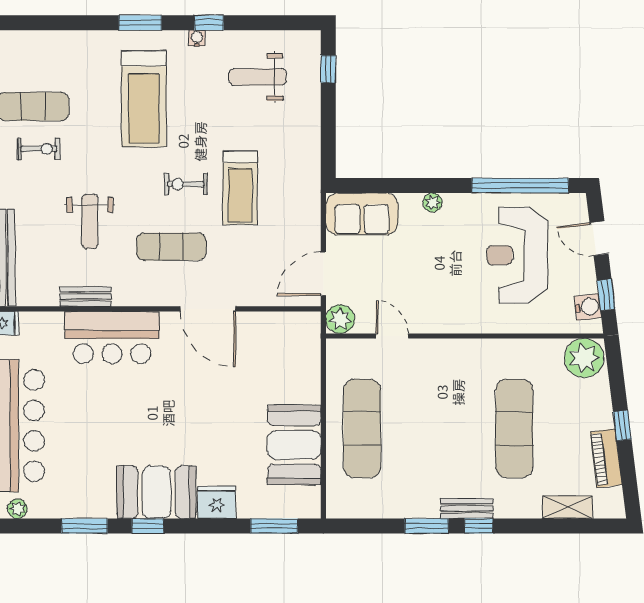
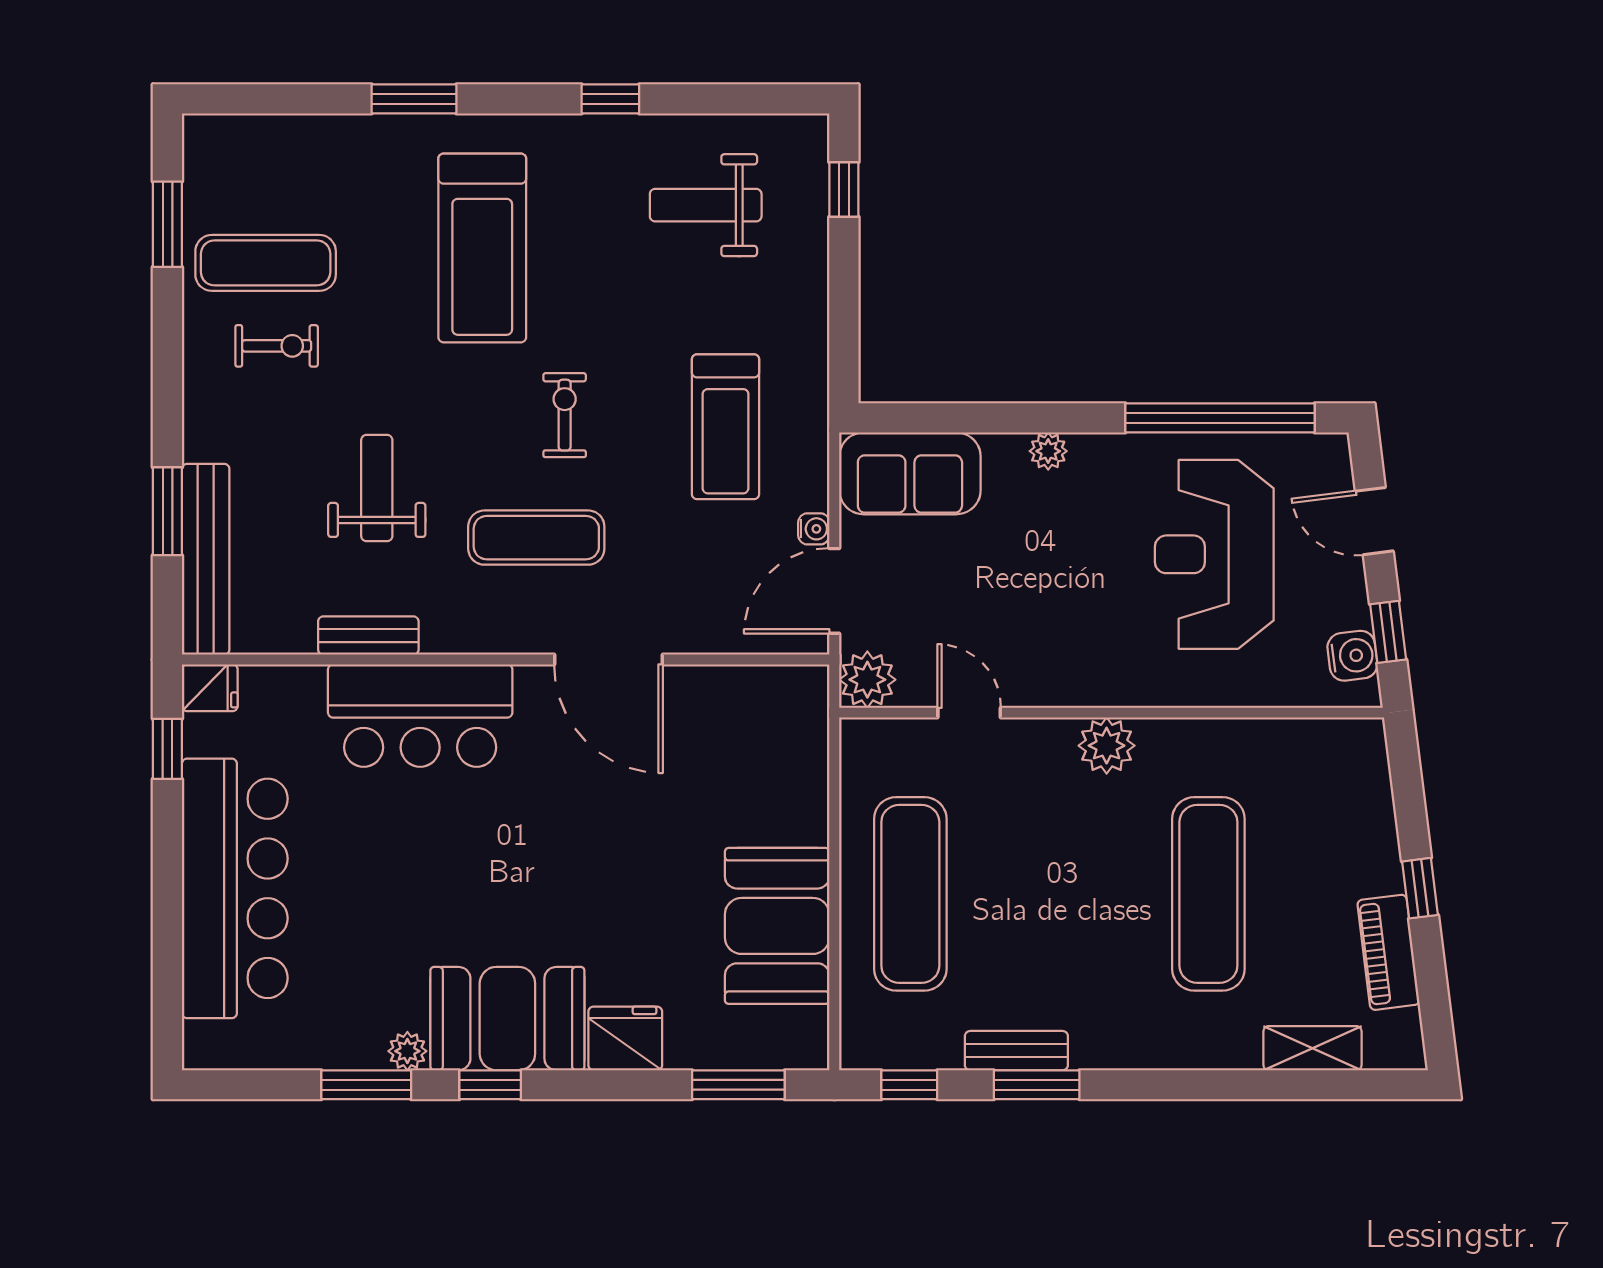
window: (140, 23) -> (414, 99), moved
water cooler: (197, 38) -> (814, 529), moved, turned 90
exercise bike: (186, 184) -> (565, 415), turned 90
treadmill: (240, 188) -> (726, 427), moved
weight bench: (90, 221) -> (377, 488), turned 180
plant: (584, 358) -> (1107, 746), moved, width x0.73, depth x0.73
bench: (467, 508) -> (1016, 1051), moved
plant: (17, 509) -> (407, 1051), moved
window: (479, 526) -> (909, 1085), moved

